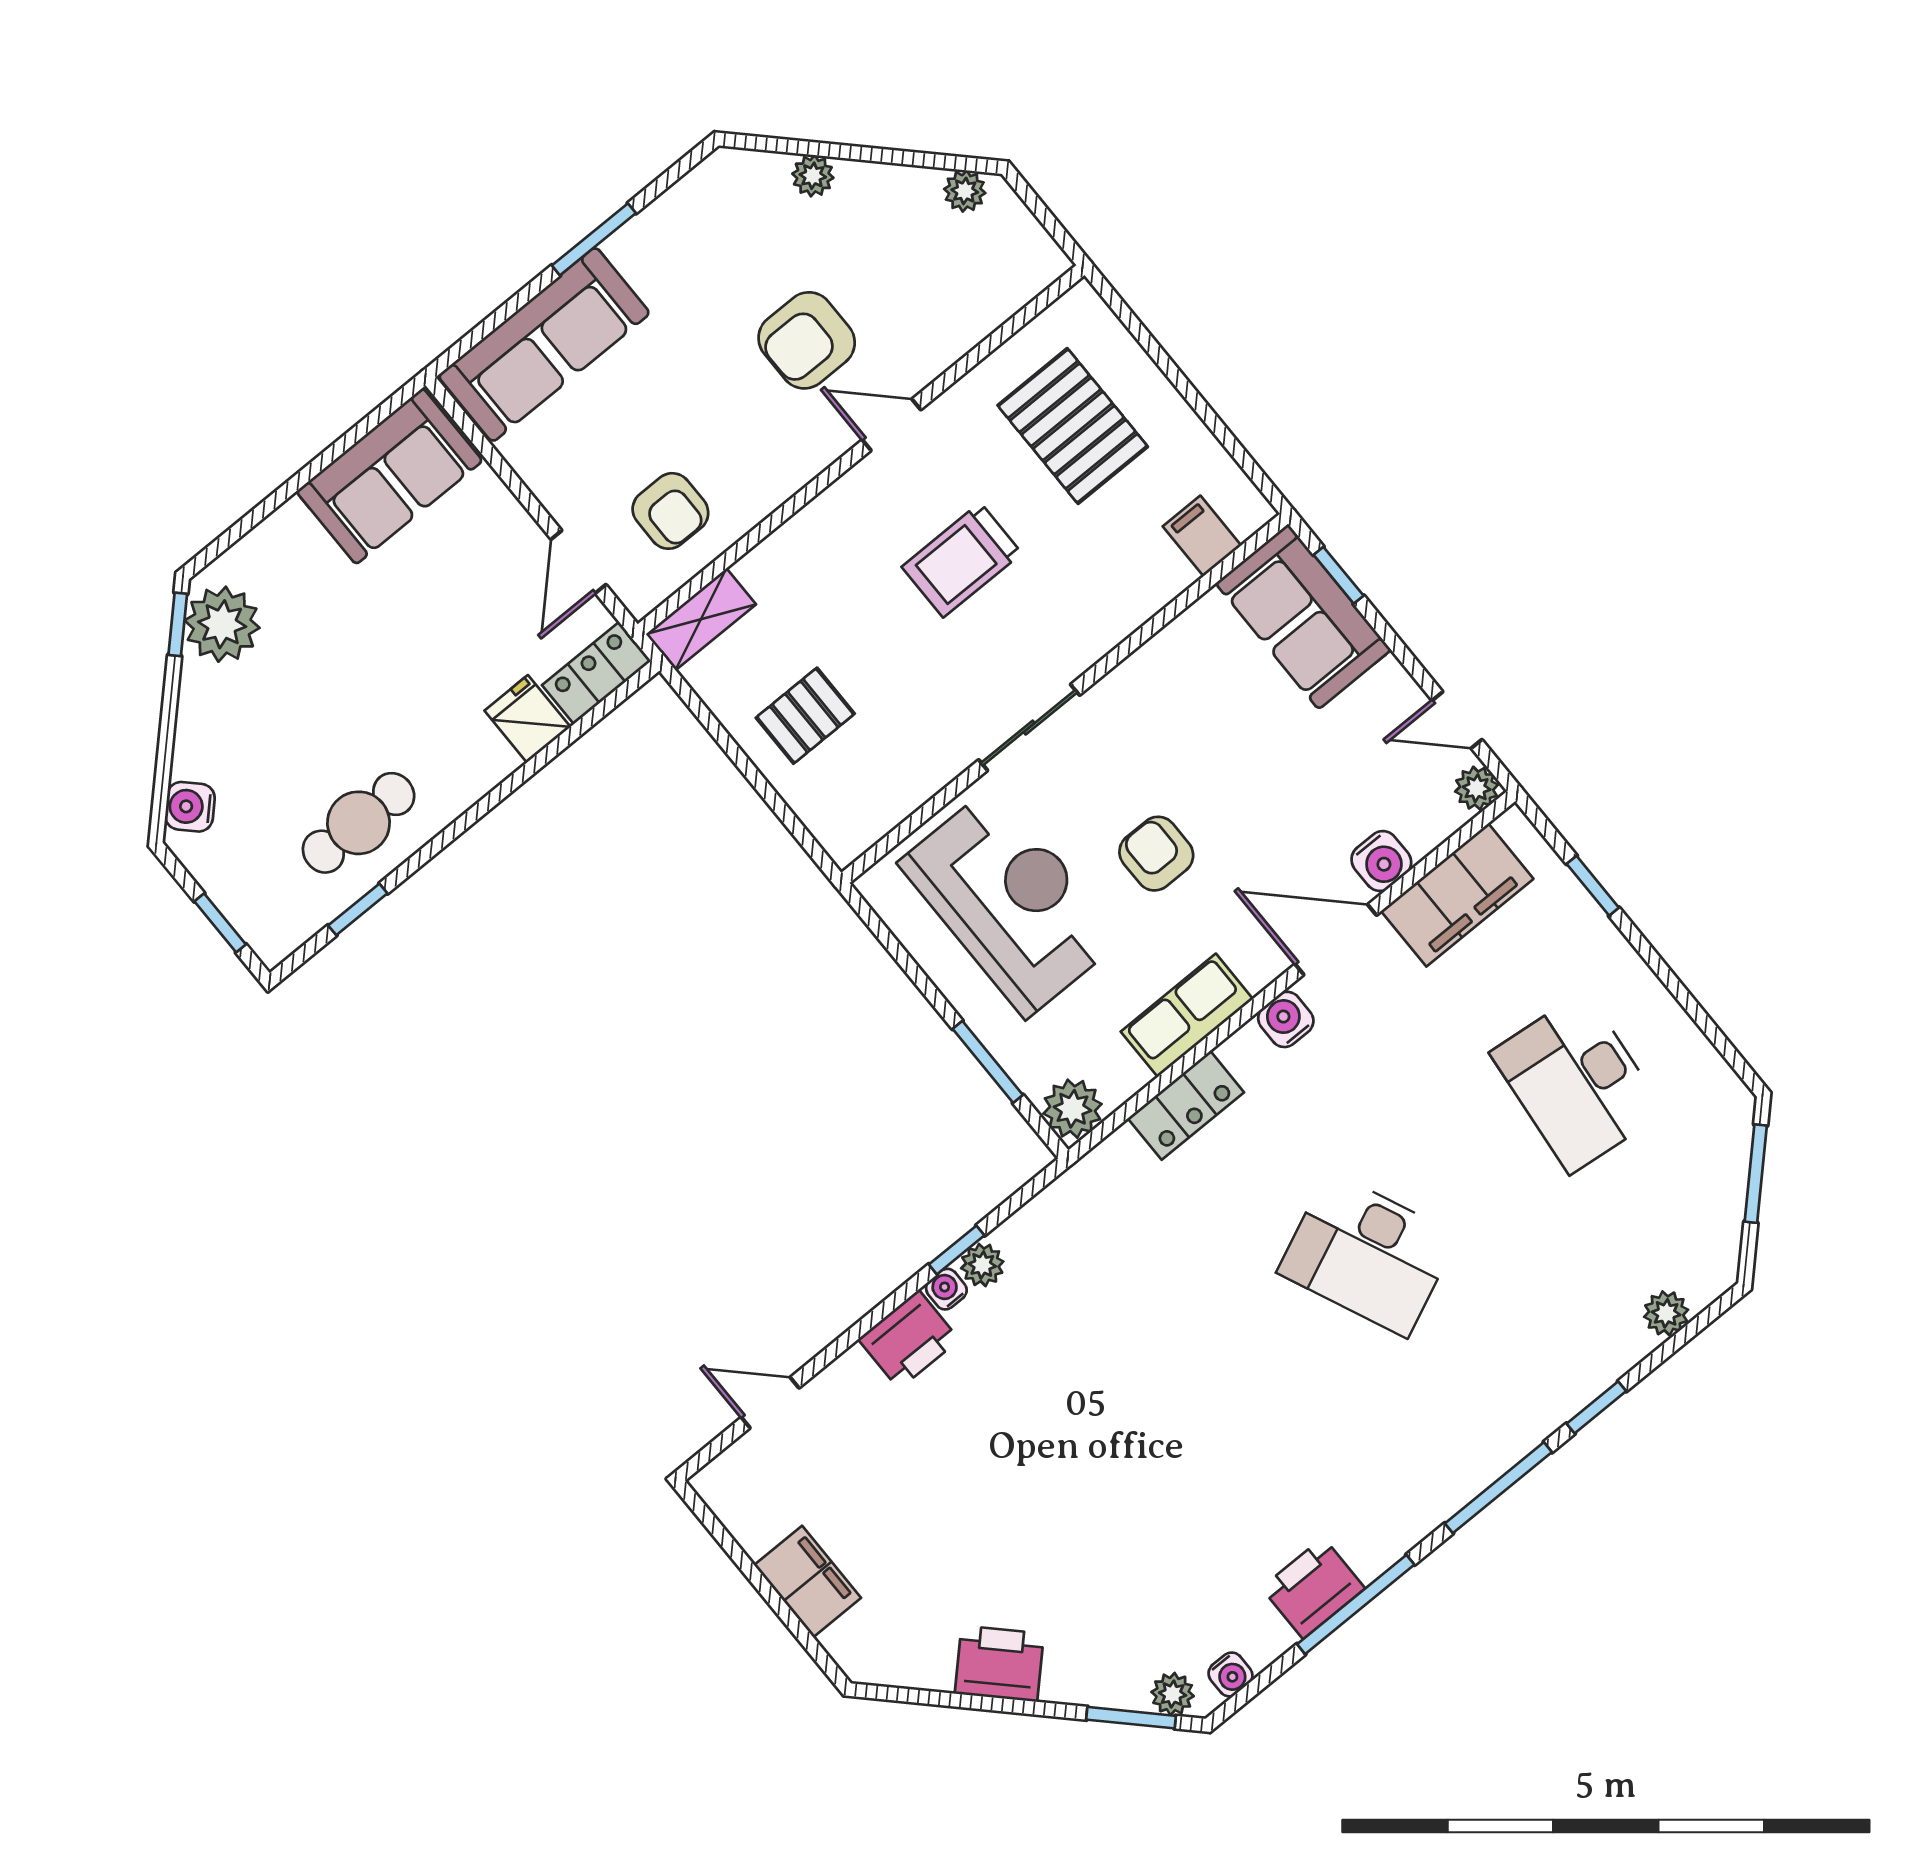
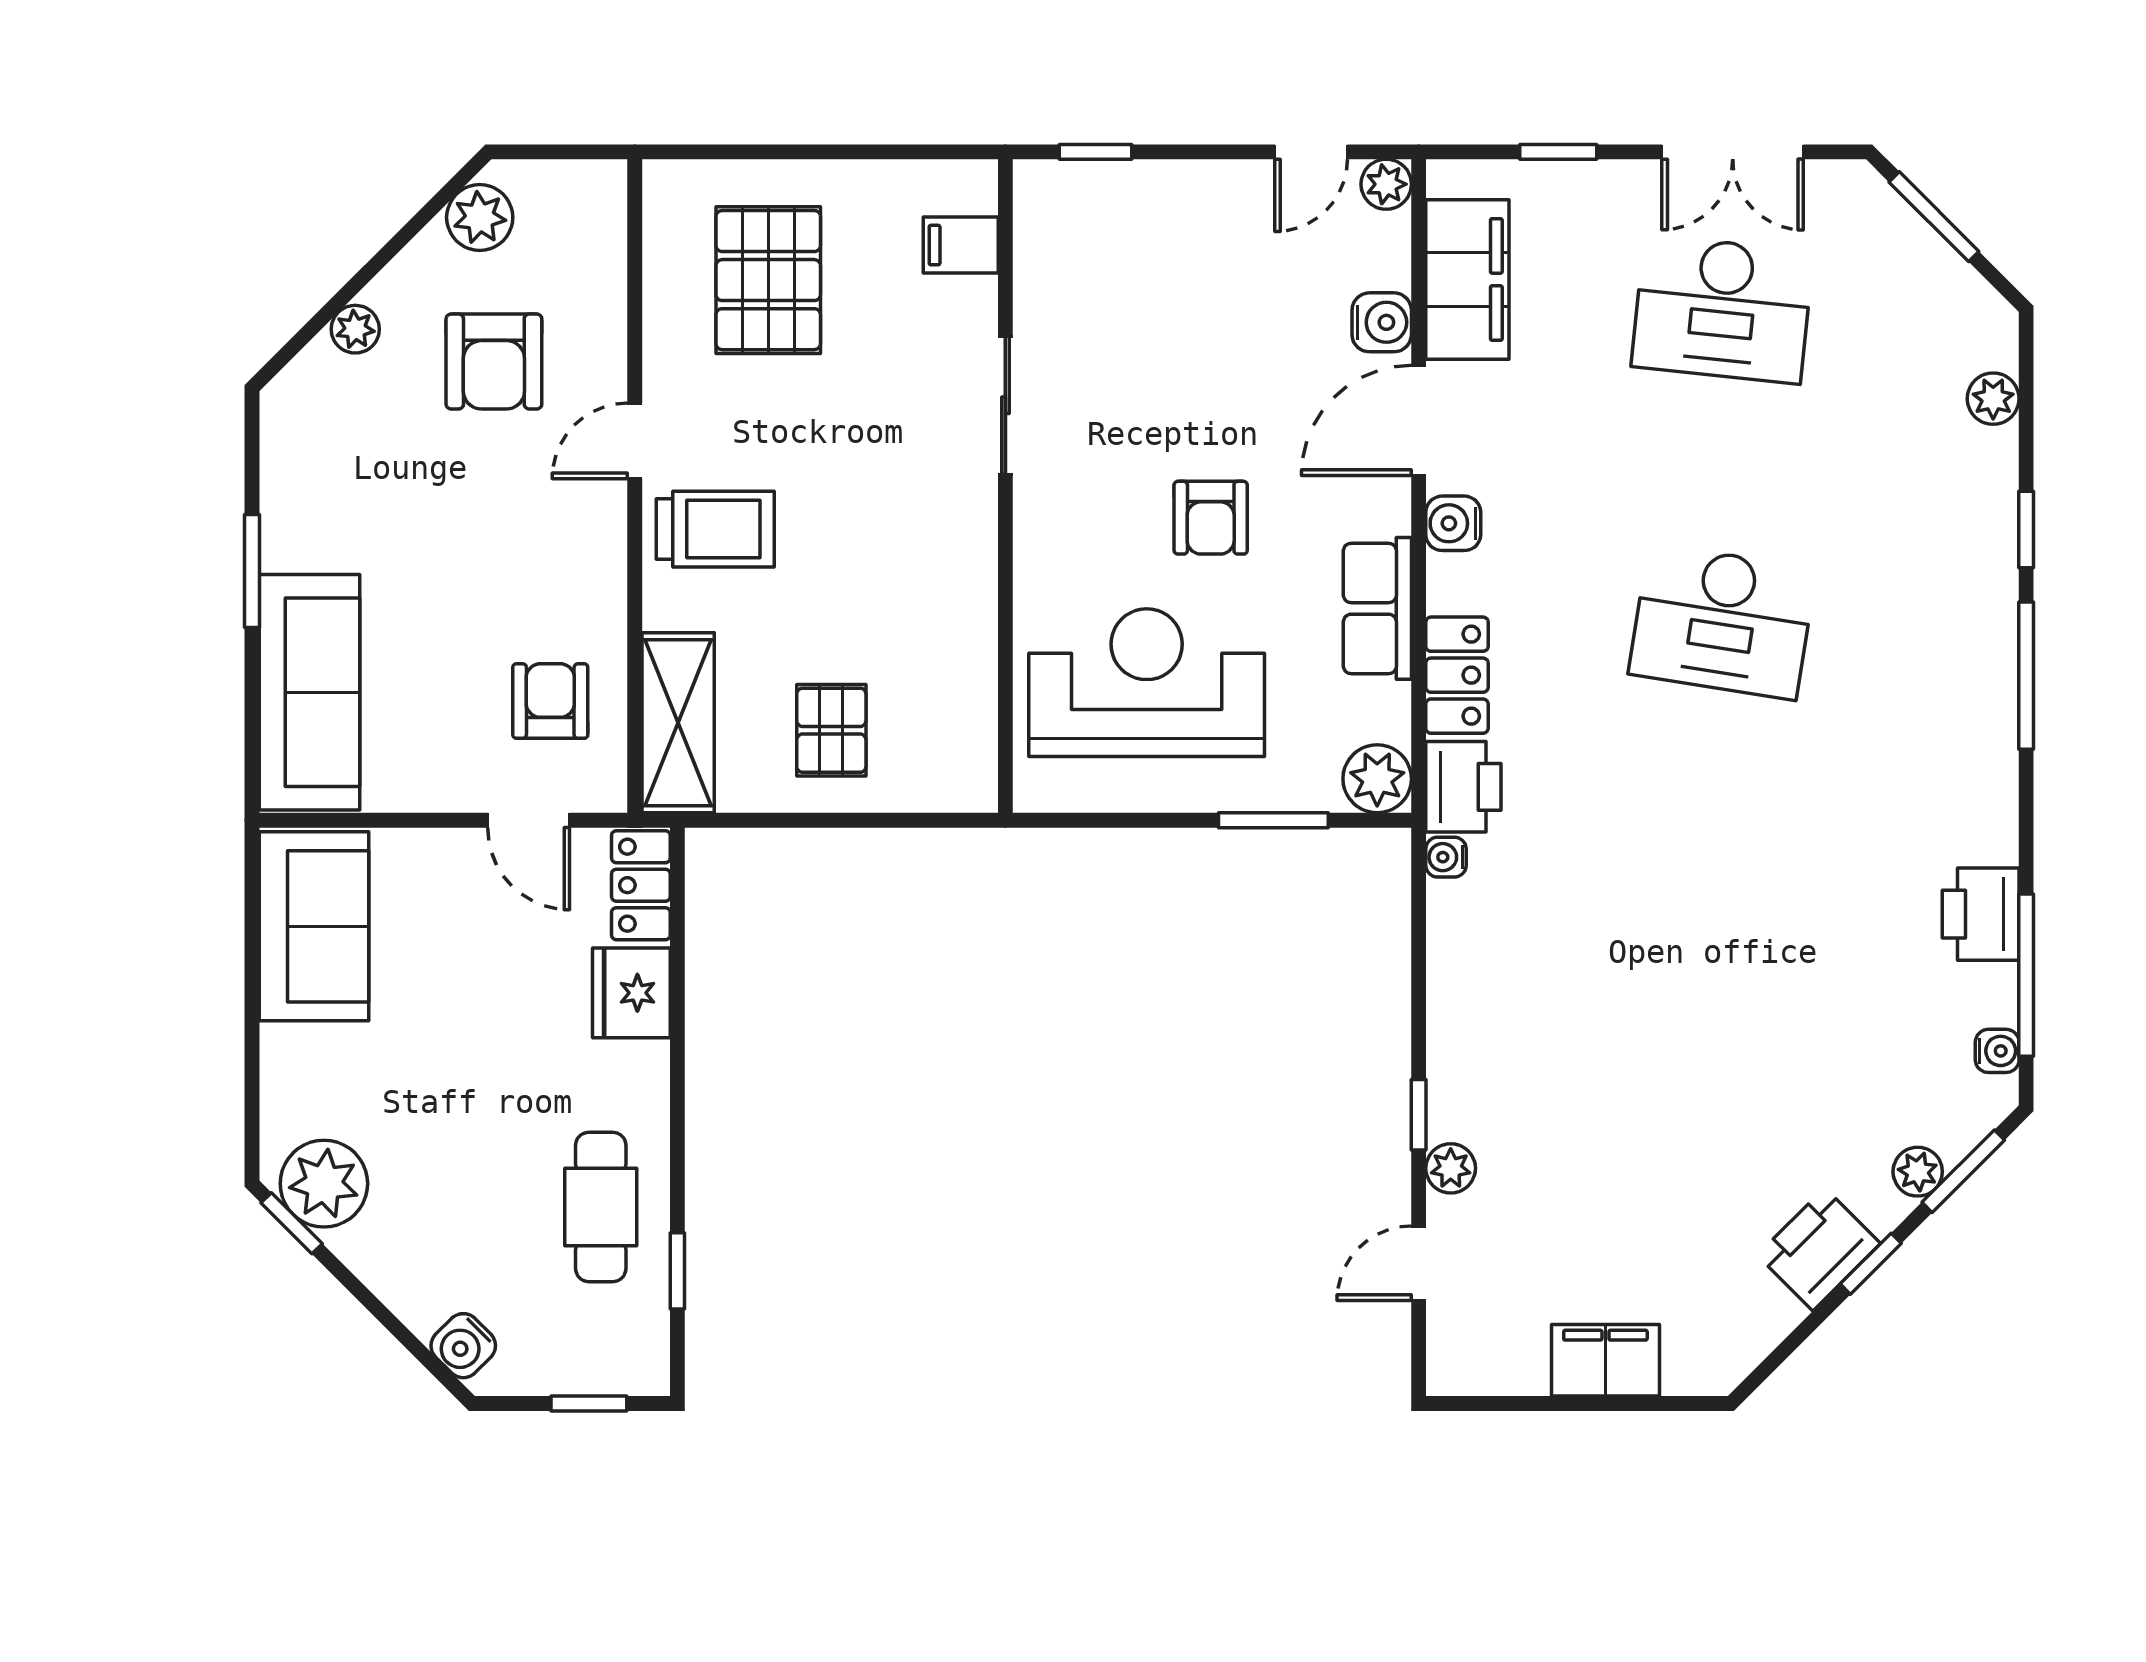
plant: (965, 191) -> (480, 217), width x1.38, depth x1.38
armchair: (807, 340) -> (494, 361), moved
pallet: (1073, 426) -> (768, 280), turned 90
armchair: (670, 511) -> (550, 701), turned -90
trolley: (962, 560) -> (715, 529), moved, turned -90
sofa: (1303, 617) -> (1107, 213), removed
shelving: (701, 619) -> (678, 723), width x1.50, depth x1.33
fridge: (527, 719) -> (631, 993), width x1.38
sliding door: (1029, 728) -> (1005, 405), moved
armchair: (1156, 854) -> (1211, 518), turned -90
double door: (1689, 1003) -> (1733, 152), added
window: (957, 1250) -> (1419, 1115), moved
desk: (1368, 1254) -> (1722, 622), turned 33
plant: (982, 1265) -> (1451, 1168), moved
water cooler: (946, 1289) -> (1446, 857), moved
printer: (909, 1339) -> (1463, 787), moved
window: (1356, 1604) -> (2026, 975), moved
plant: (1173, 1694) -> (1918, 1172), moved
window: (1018, 1706) -> (1871, 1264), added

